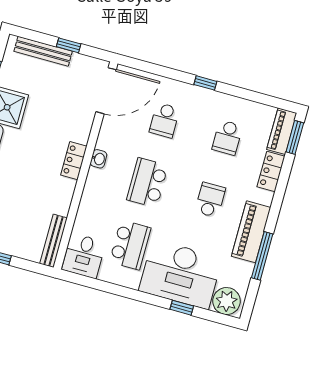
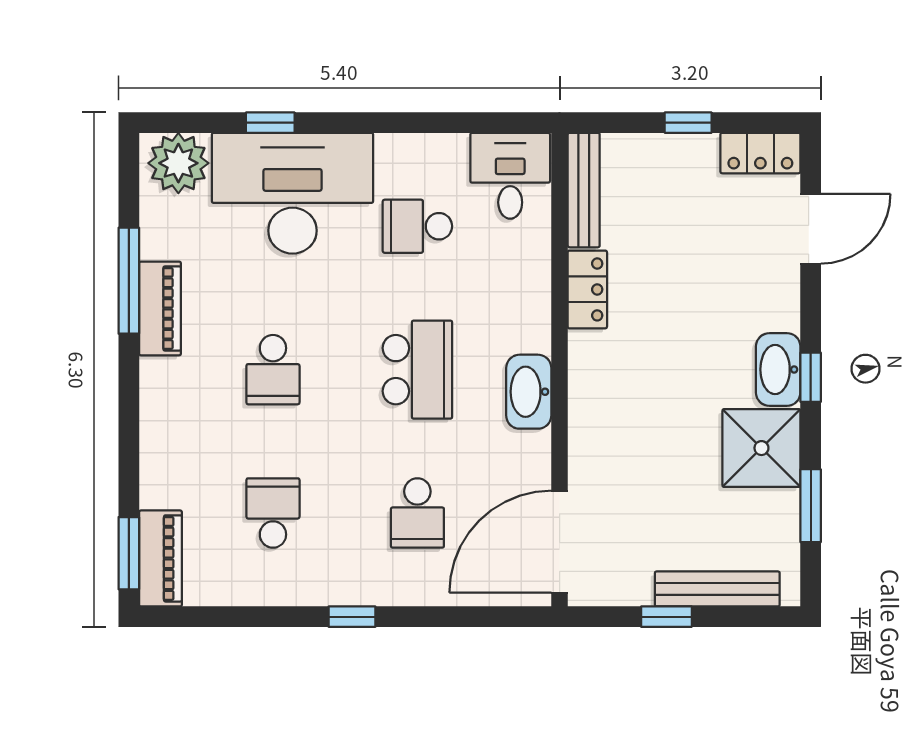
school desk: (164, 120) -> (417, 513), turned 180
washbasin: (99, 159) -> (529, 392), width x1.91, depth x1.45
locker: (74, 161) -> (587, 289), moved
locker: (271, 172) -> (160, 466), removed
piano: (251, 232) -> (160, 308), width x0.73, depth x0.75
school desk: (130, 245) -> (417, 226), width x0.54

